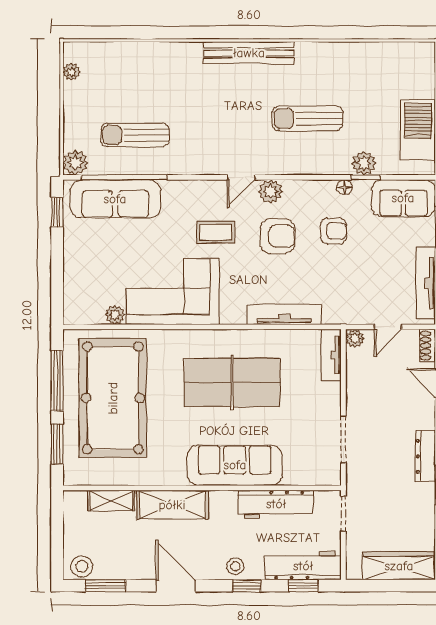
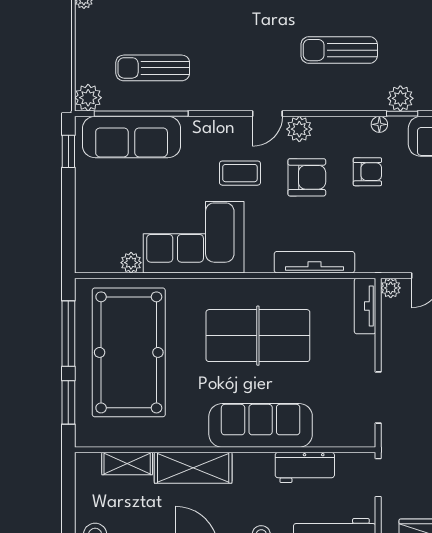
workbench: (276, 504) -> (305, 467), width x0.73

